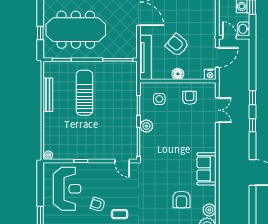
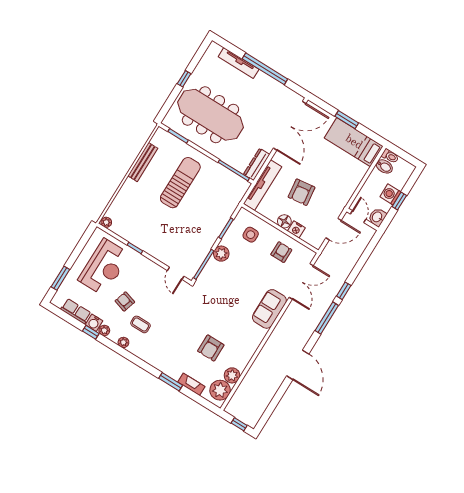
window: (40, 33) -> (184, 79), moved
dresser: (132, 45) -> (257, 164), added
armchair: (177, 45) -> (302, 192), turned -137
nightstand: (210, 74) -> (296, 229), moved
double door: (217, 110) -> (301, 281), width x1.37
window: (252, 125) -> (327, 318), width x2.17
sofa: (206, 169) -> (269, 309), moved

